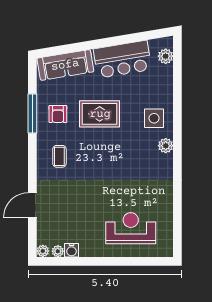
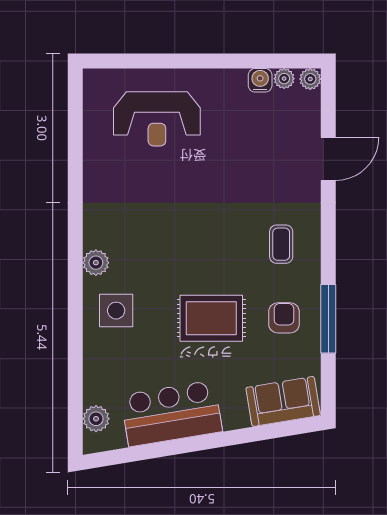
sofa: (65, 65) -> (283, 401), width x0.73

